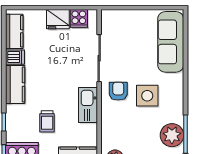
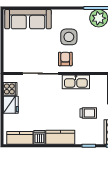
armchair: (118, 91) -> (65, 59), turned 90

